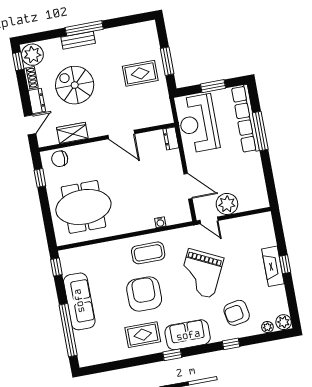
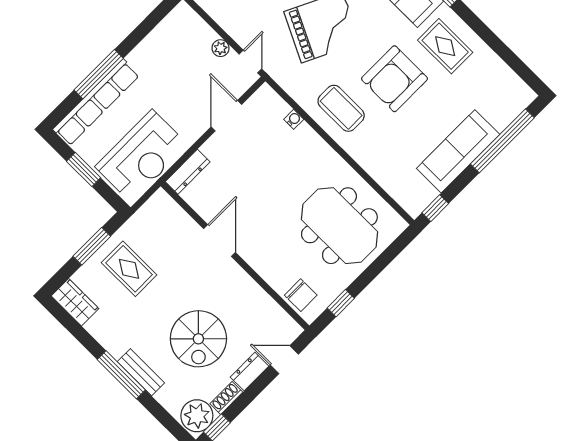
wardrobe: (72, 133) -> (75, 302), moved, turned 180
dresser: (171, 138) -> (188, 172), width x1.44
plant: (227, 204) -> (221, 48), width x0.53, depth x0.53

